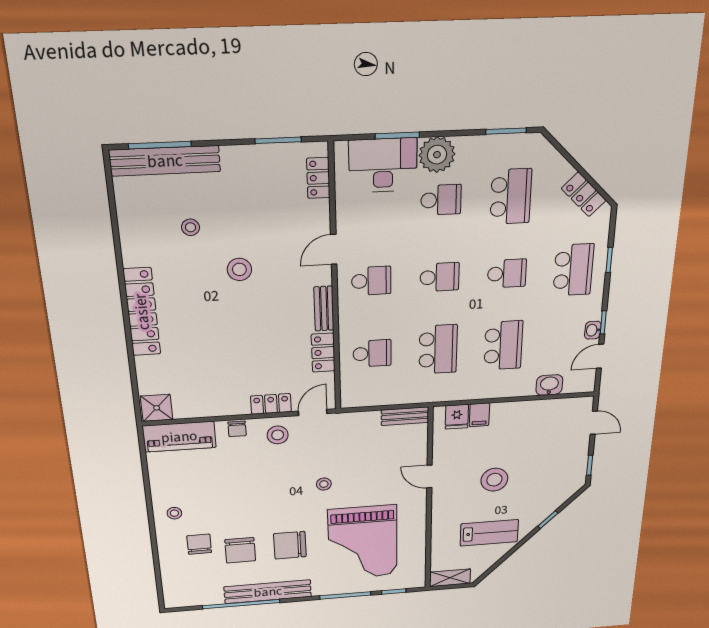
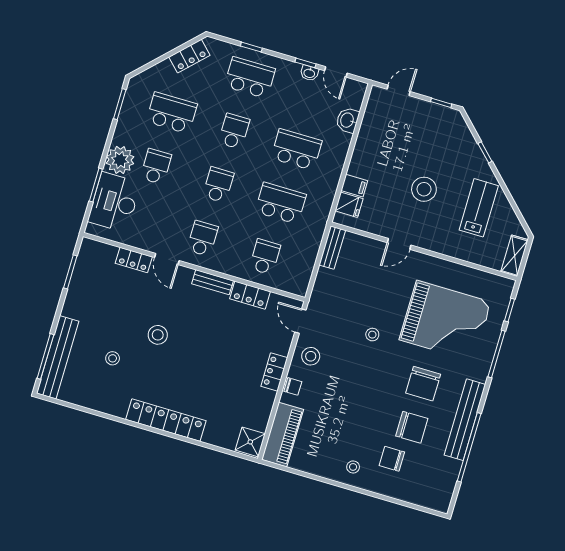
locker: (318, 178) -> (134, 260), moved
locker: (271, 404) -> (274, 372), moved

